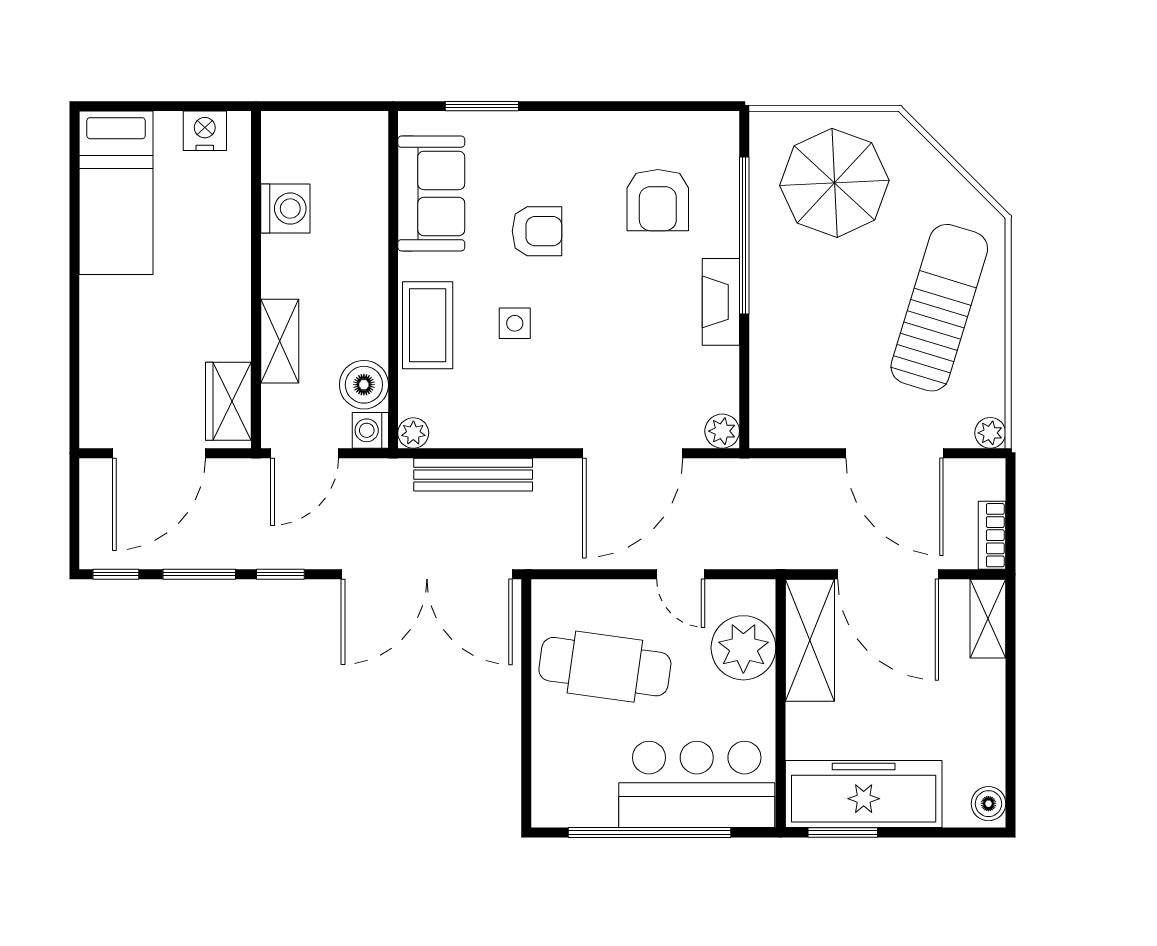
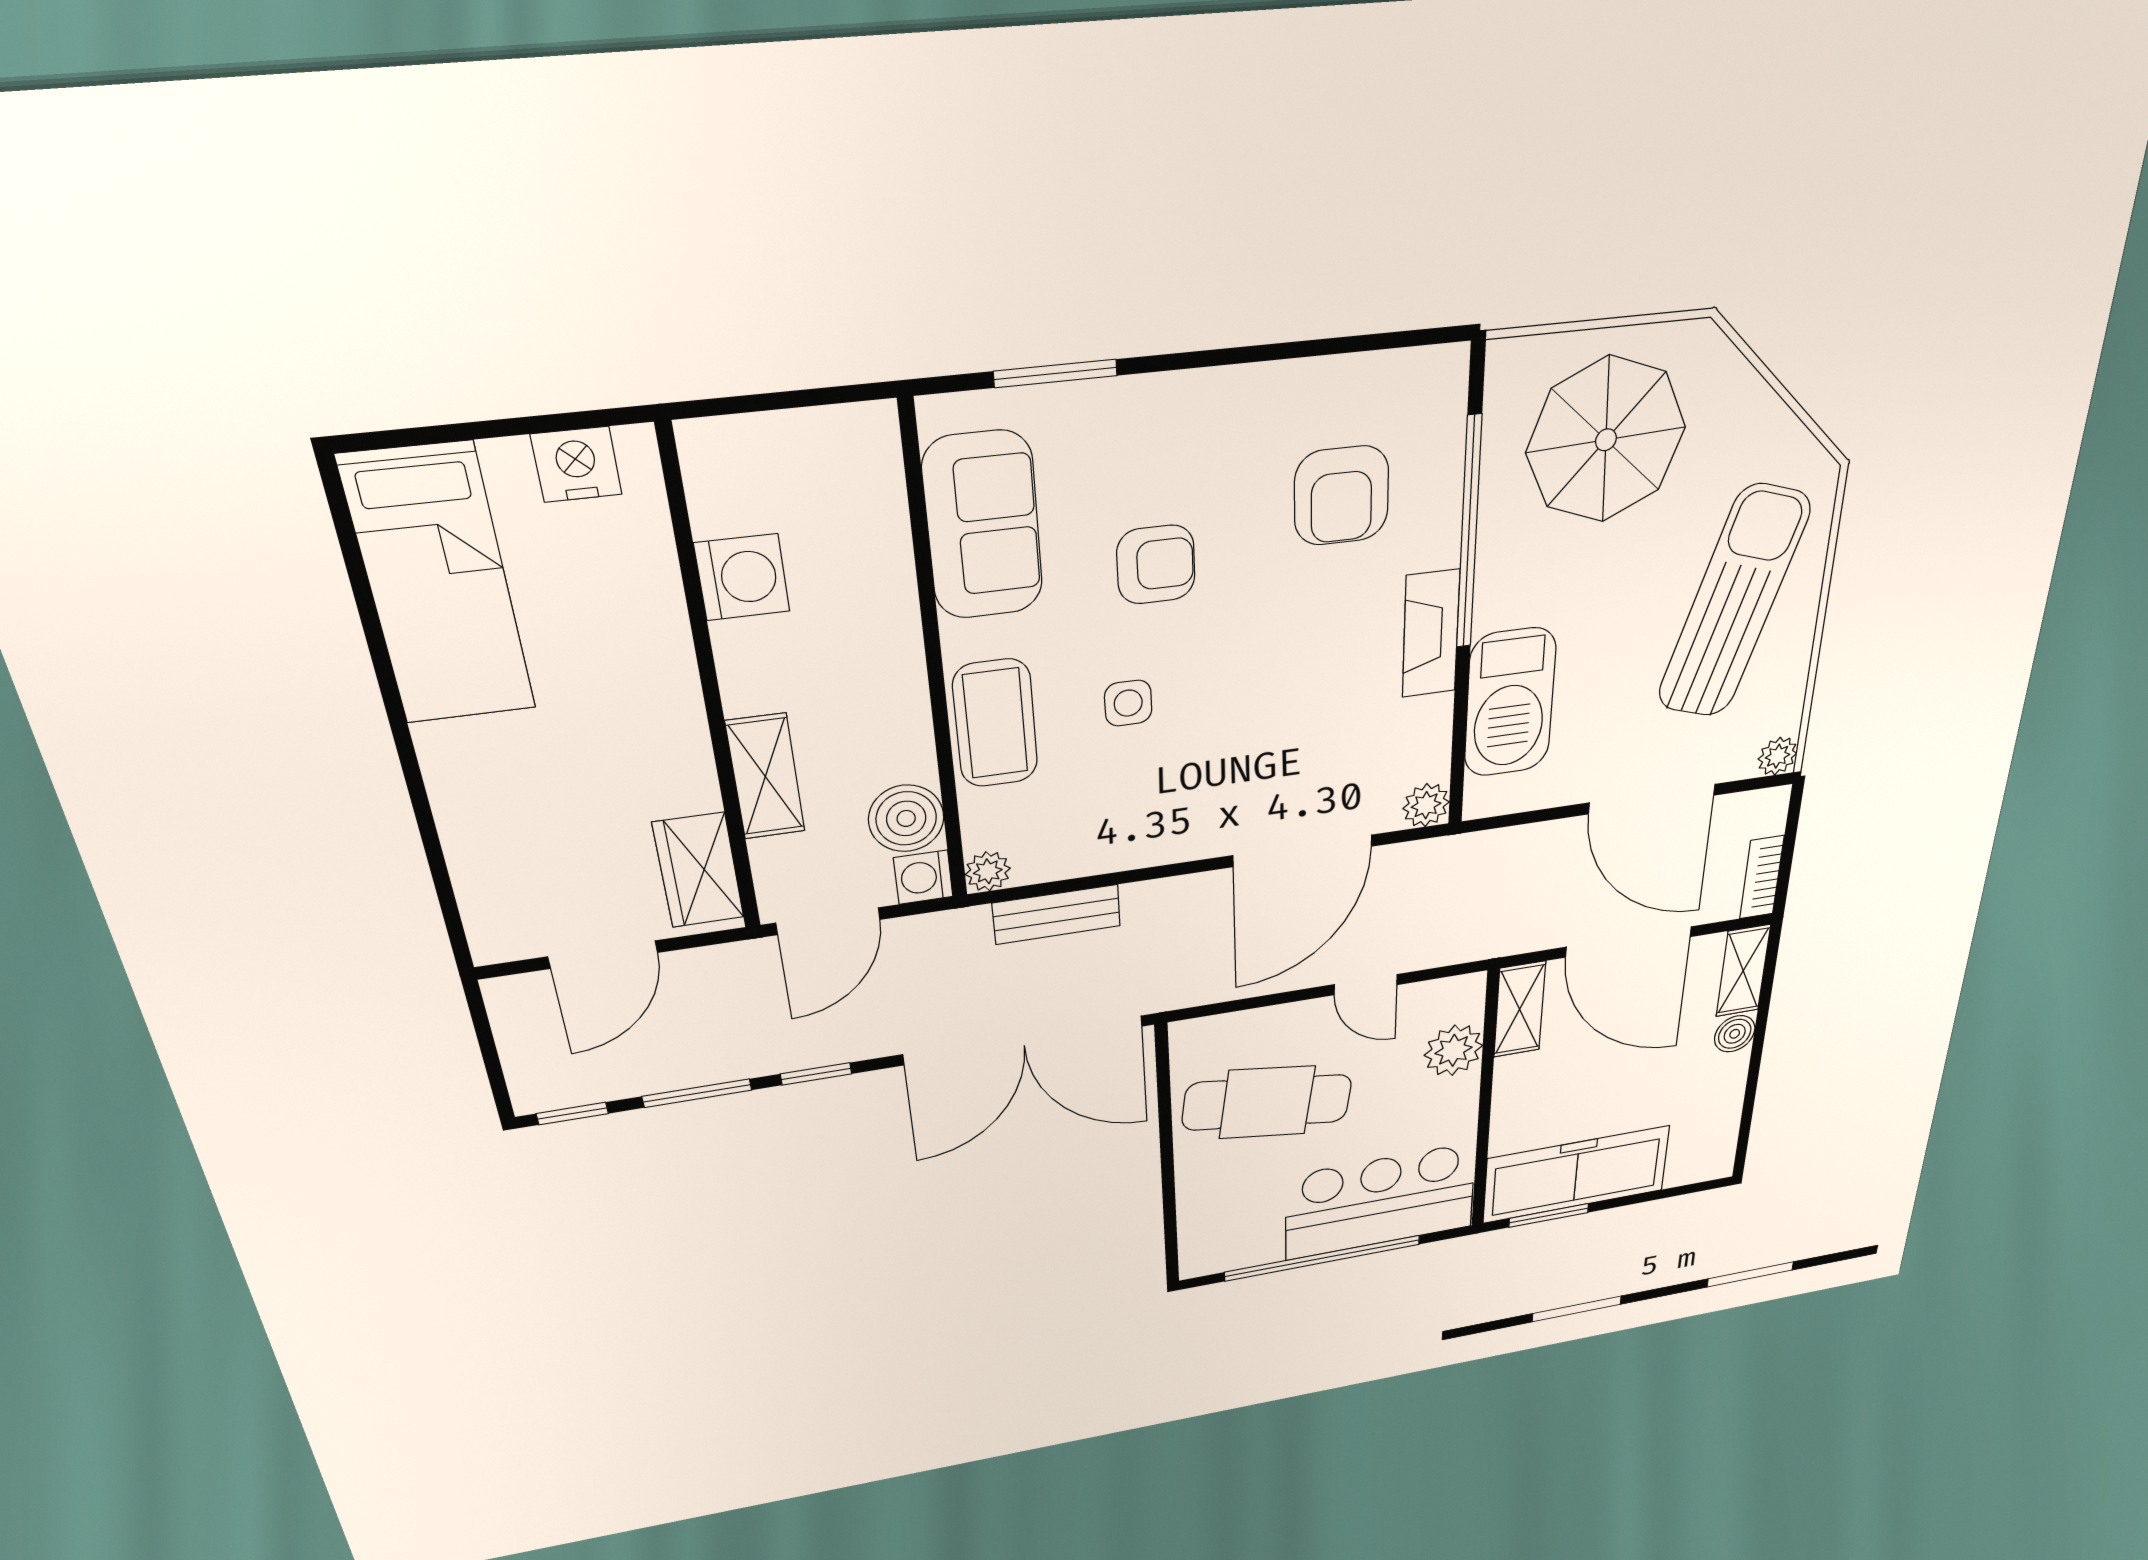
barbecue: (780, 361) -> (1510, 703), added
door: (159, 453) -> (603, 955), width x0.73
bench: (473, 475) -> (1057, 914), width x0.73
shelving: (810, 640) -> (1520, 1009), width x0.67, depth x0.75
plant: (743, 648) -> (1453, 1050), width x0.73, depth x0.73
boiler: (988, 804) -> (1735, 1034), moved

